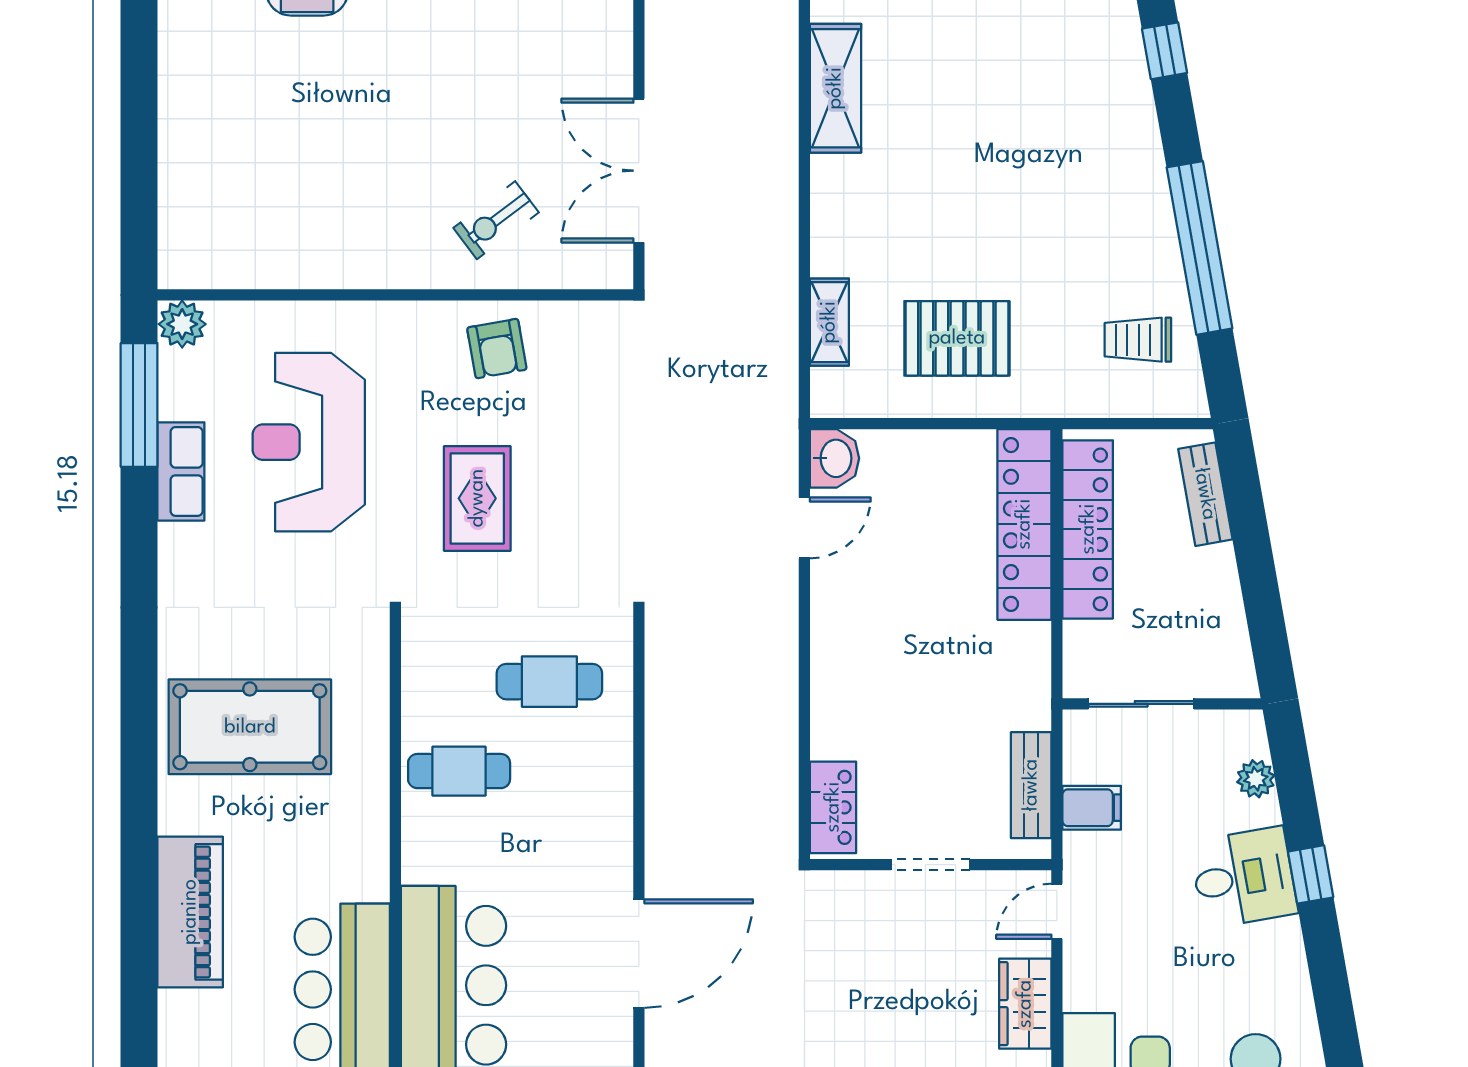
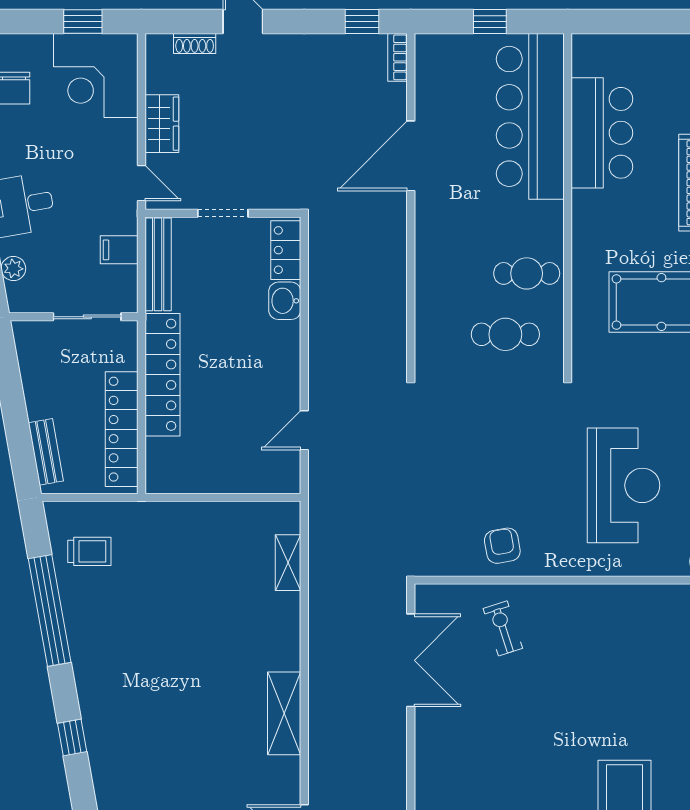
exercise bike: (496, 220) -> (503, 628), turned -71
pallet: (957, 338) -> (206, 552), removed
washbasin: (834, 458) -> (285, 301), moved
rug: (477, 498) -> (515, 449), removed
locker: (1024, 524) -> (162, 375), moved
cafe table: (549, 682) -> (505, 334), moved
bench: (1031, 785) -> (158, 264), width x1.36
door: (1057, 911) -> (141, 183), hinge flipped

